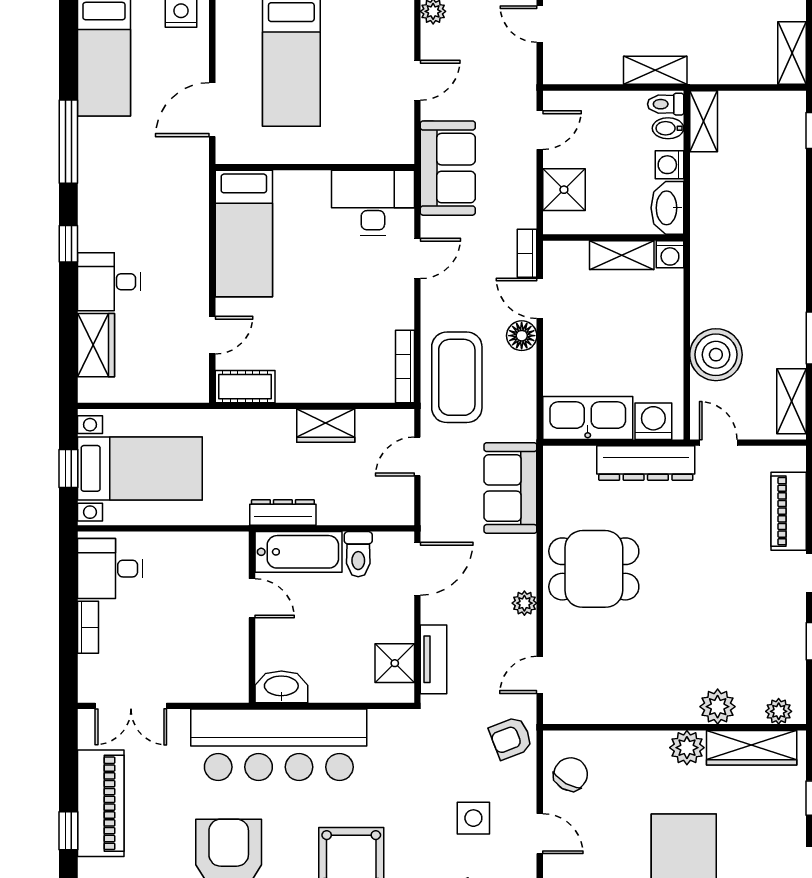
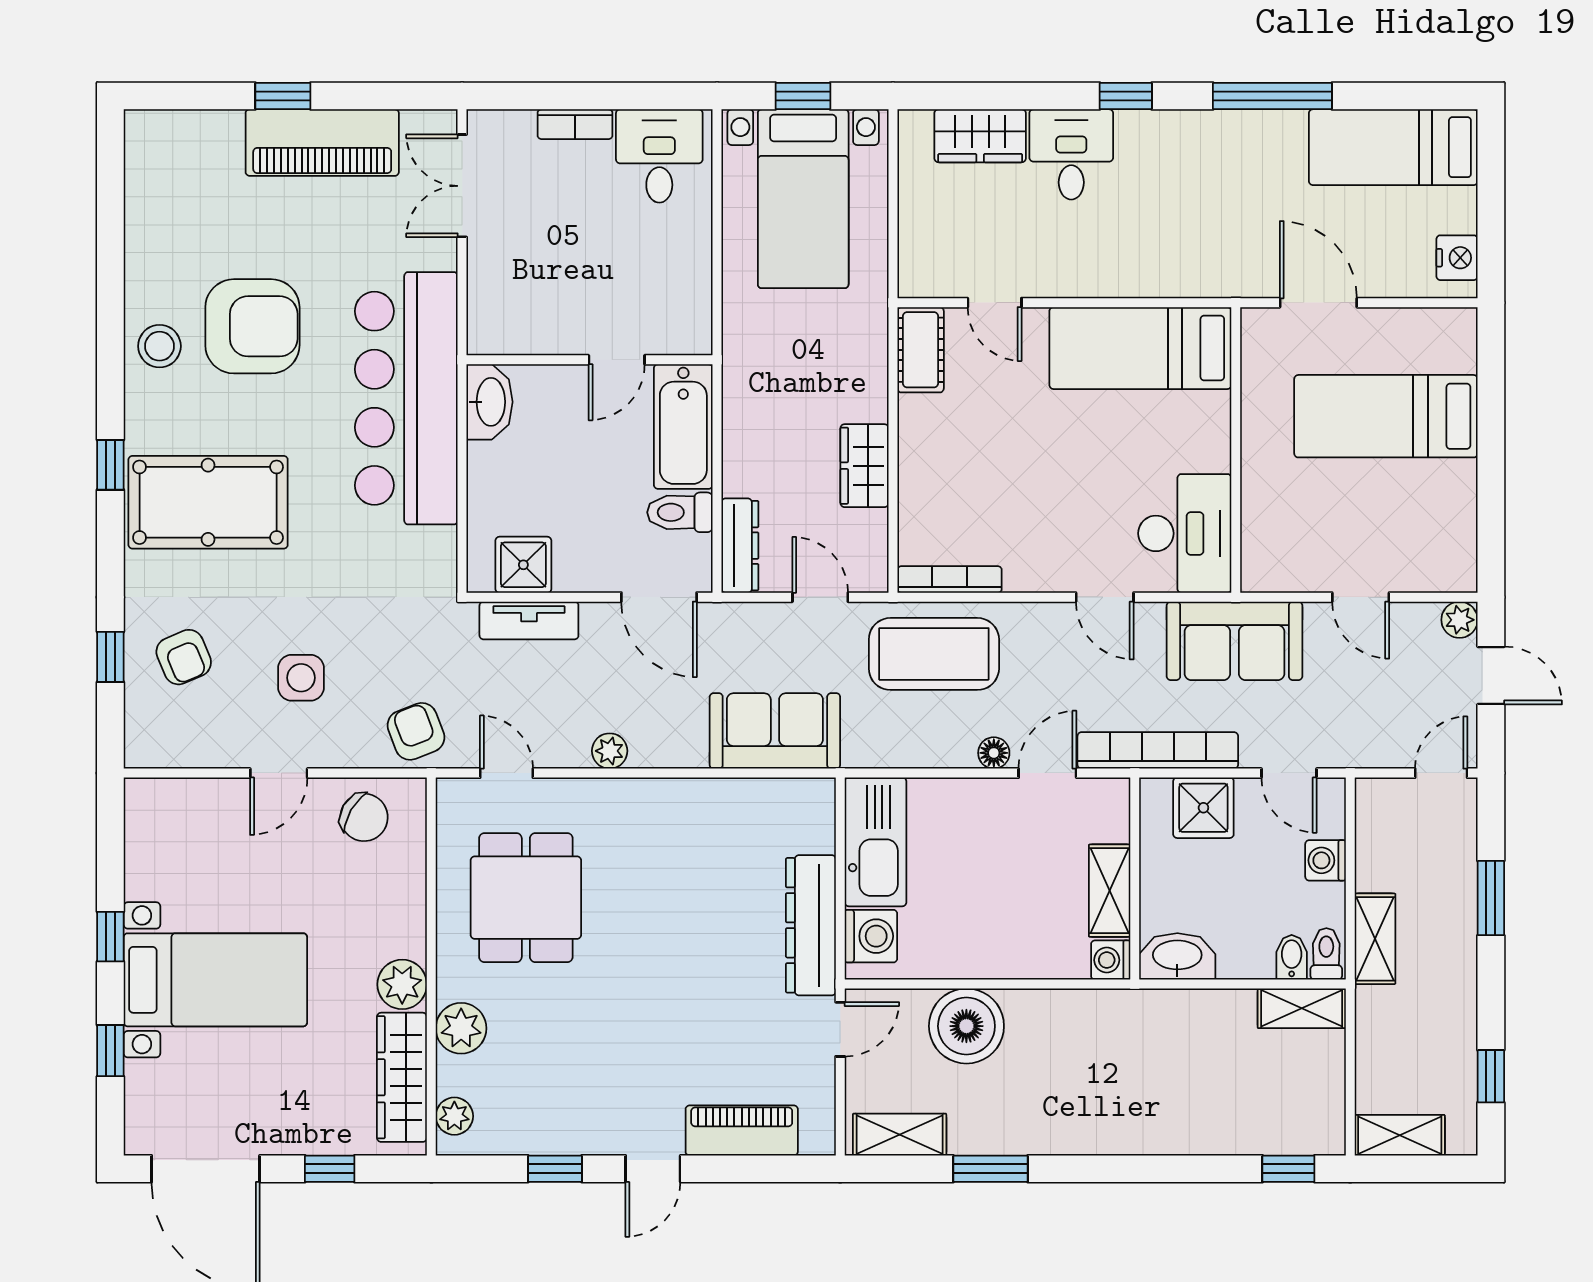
washing machine: (670, 165) -> (1325, 860), moved, turned -90
bookcase: (527, 253) -> (1158, 750), width x2.31, depth x1.31
floor lamp: (522, 336) -> (994, 753), width x0.73, depth x0.73
dresser: (283, 512) -> (740, 546), moved
dining table: (594, 569) -> (526, 898), moved

